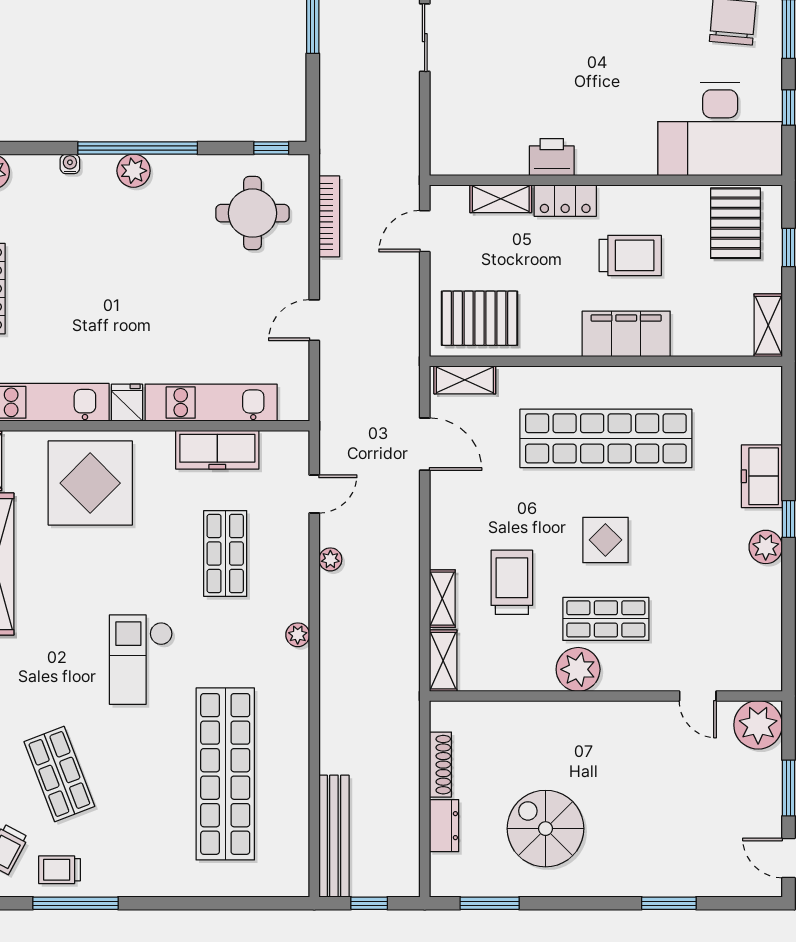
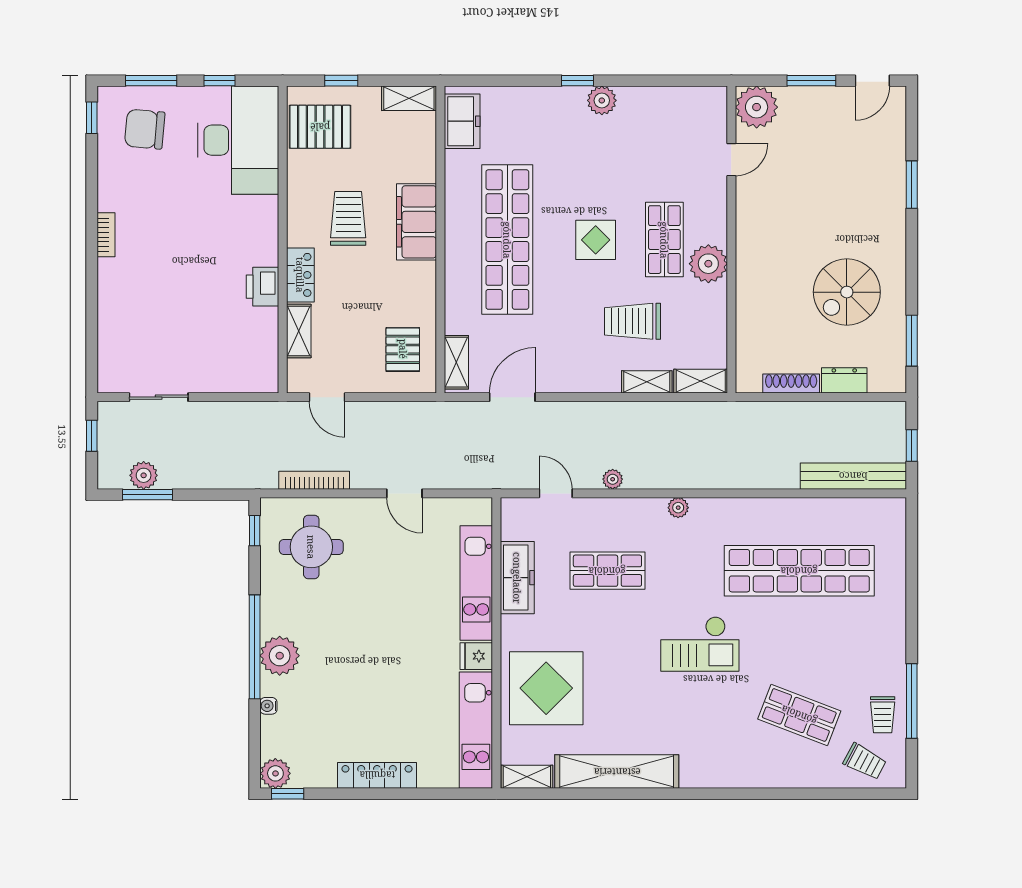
plant: (335, 20) -> (144, 475), added
plant: (134, 171) -> (280, 656), width x1.36, depth x1.36
pallet: (480, 318) -> (403, 349), width x0.67, depth x0.71
freezer: (762, 476) -> (462, 121), moved, turned -90
shop shelf: (59, 774) -> (799, 715), turned 42

